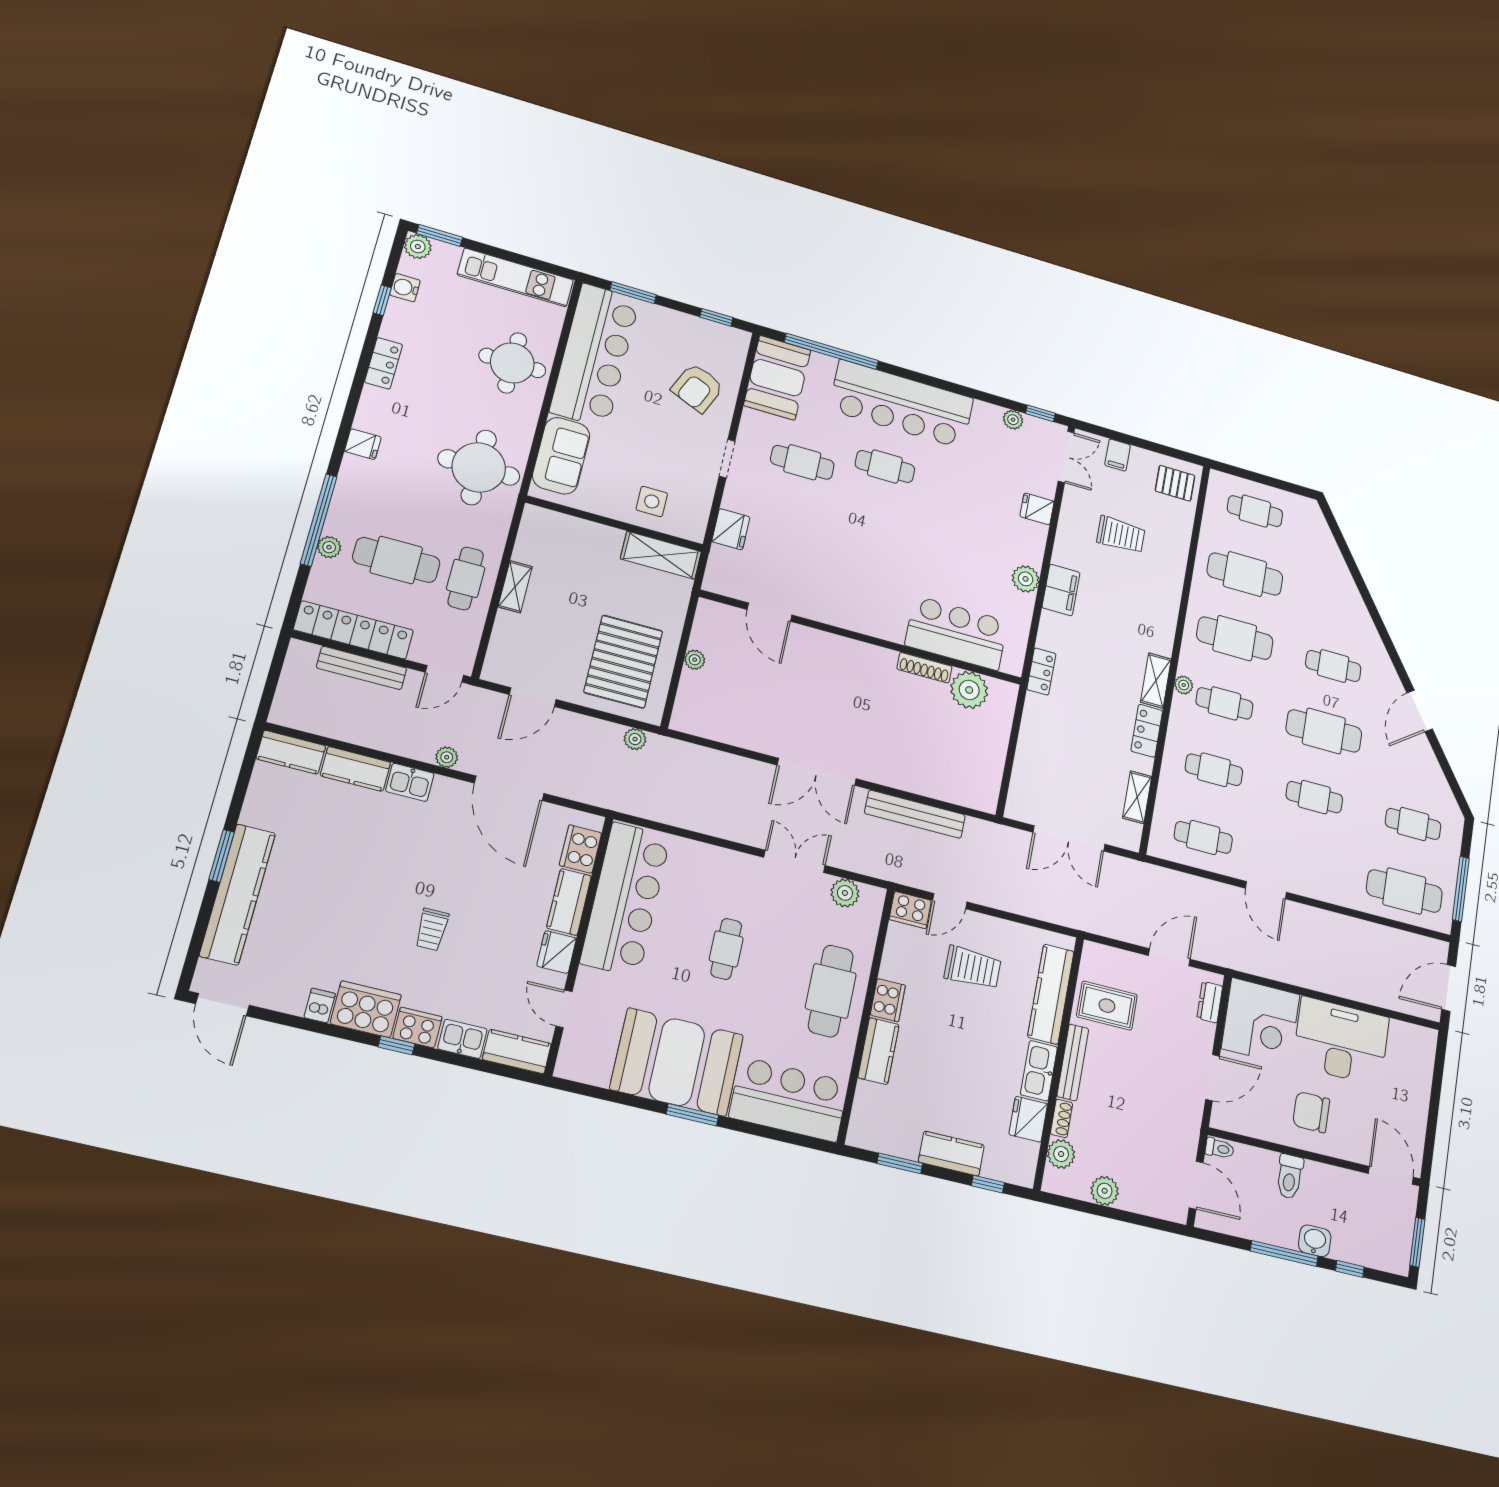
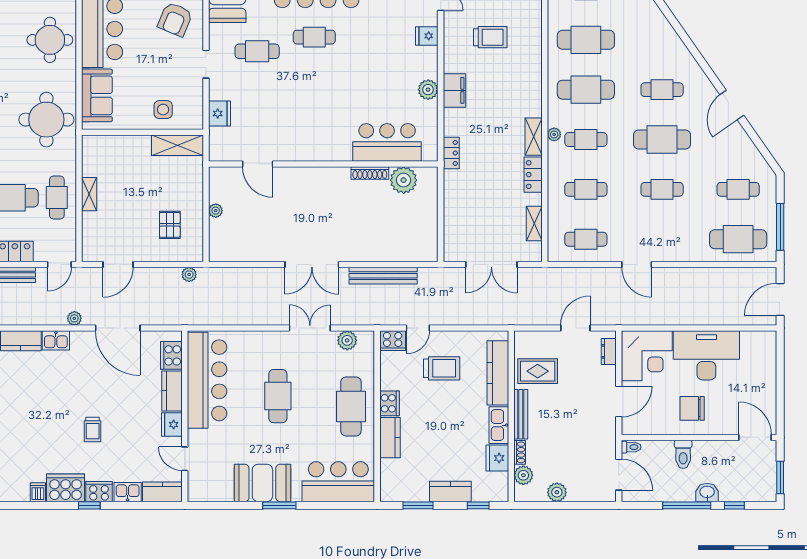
pallet: (623, 662) -> (170, 225), width x0.49, depth x0.50
cafe table: (726, 949) -> (278, 396), width x1.37, depth x1.35
booth: (677, 1062) -> (262, 483), width x0.73, depth x0.70

